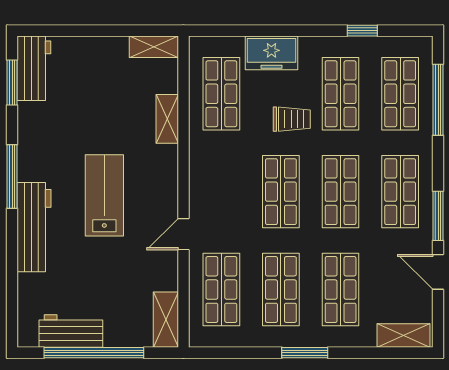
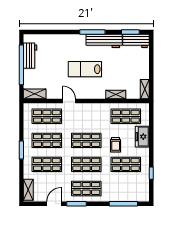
shop shelf: (400, 94) -> (126, 188), removed
lab bench: (104, 195) -> (85, 69), turned 180
workbench: (34, 227) -> (104, 41), moved

